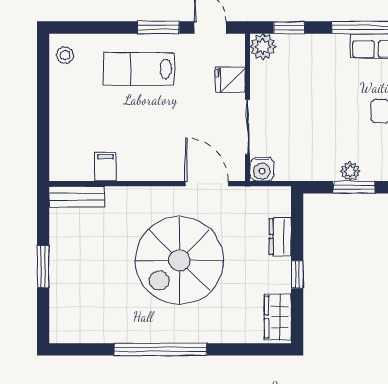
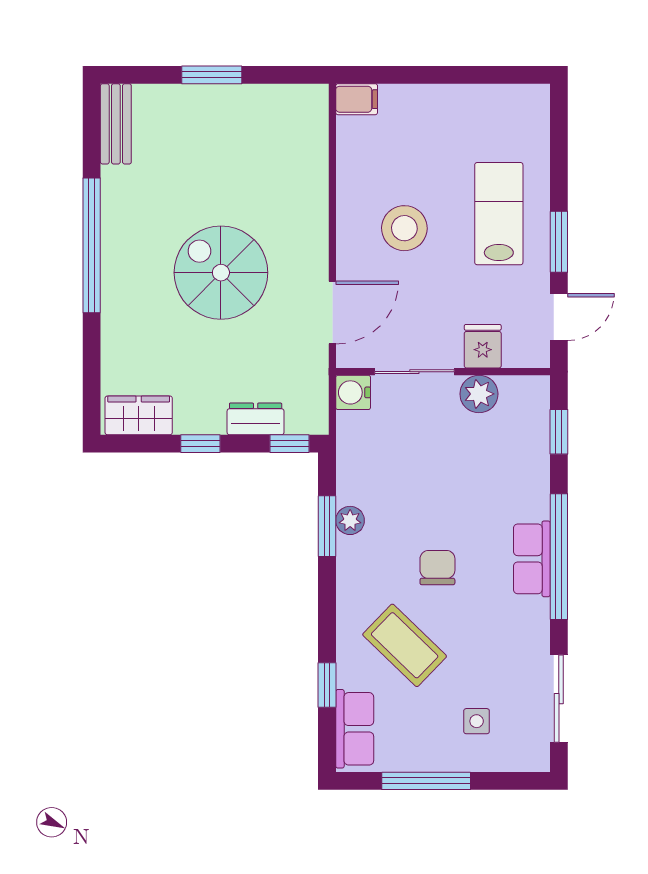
plant: (263, 47) -> (479, 394), moved
stool: (65, 55) -> (404, 228), moved, width x1.89, depth x1.89
filing cabinet: (106, 167) -> (357, 99), moved
bench: (77, 197) -> (116, 124), moved
window: (297, 213) -> (289, 444), added
spiral stairs: (179, 260) -> (221, 273), width x0.73, depth x0.73

